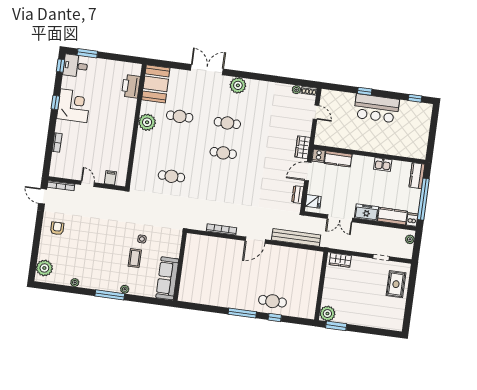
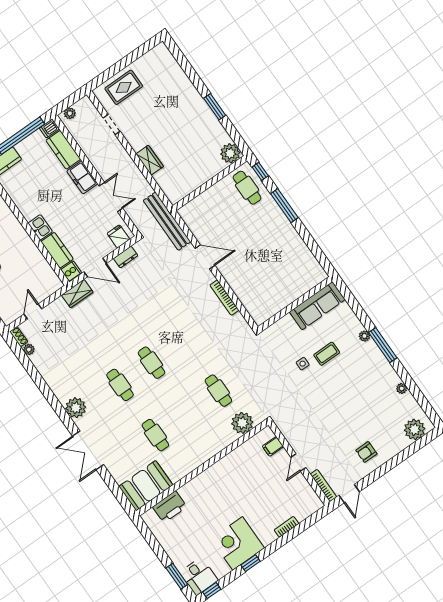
plant: (147, 122) -> (242, 423), moved
kitchen sink: (383, 164) -> (40, 227), moved
wall: (321, 286) -> (210, 183), moved
plant: (327, 314) -> (230, 153), moved

